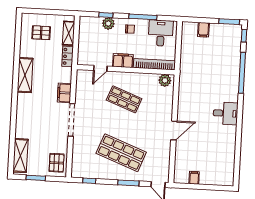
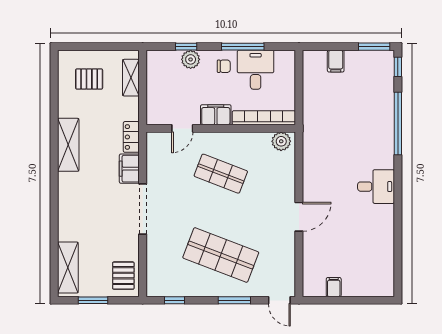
desk: (161, 33) -> (256, 70), moved
locker: (68, 56) -> (131, 137), moved

